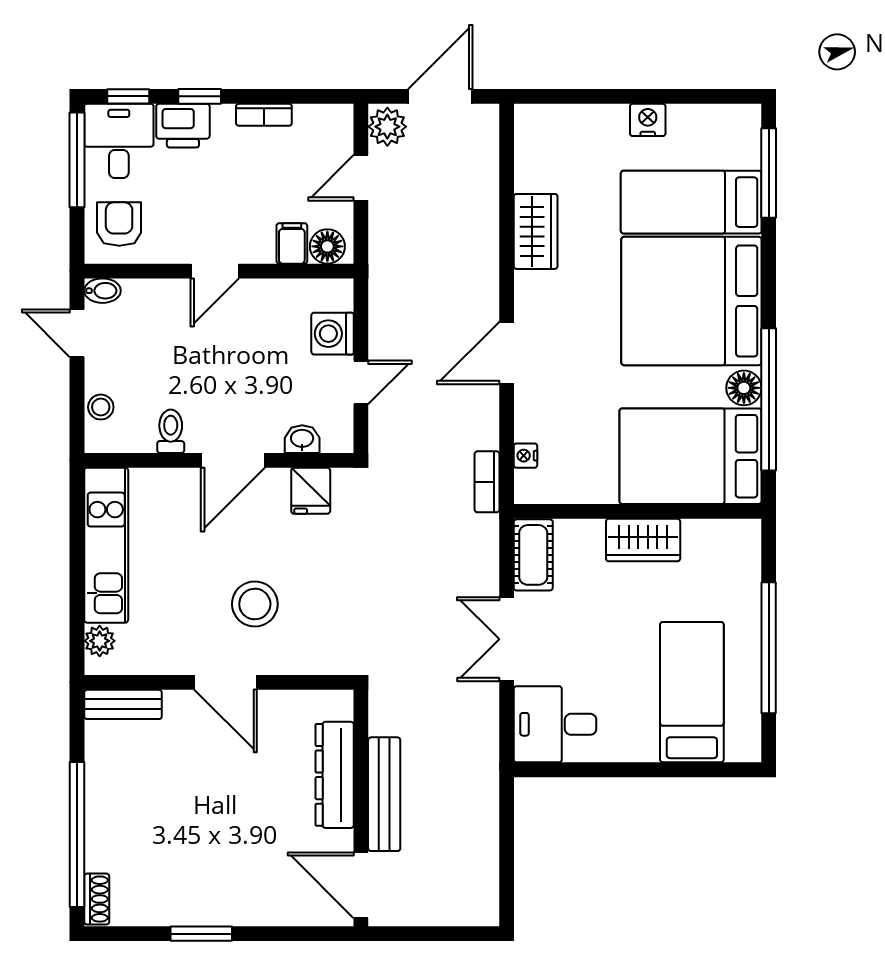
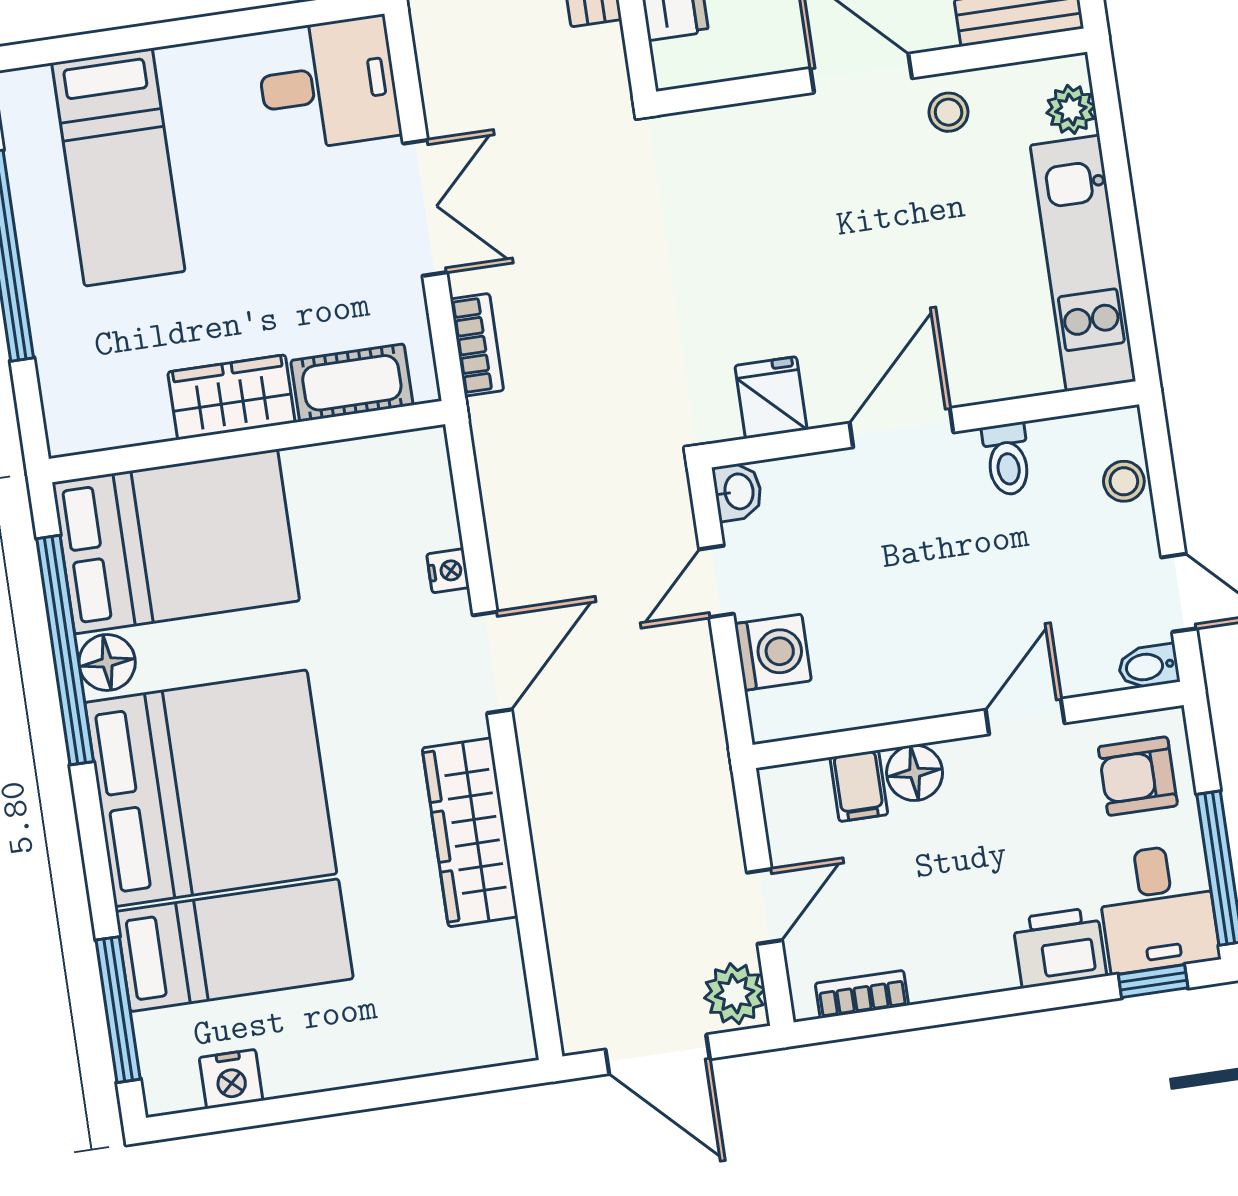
window: (200, 96) -> (1040, 998), removed
door: (440, 96) -> (658, 1054), hinge flipped
bookcase: (264, 115) -> (862, 994), moved
nightstand: (648, 120) -> (231, 1079), moved
armchair: (119, 224) -> (1138, 776), turned 90
wardrobe: (536, 231) -> (470, 832), width x1.50
floor lamp: (327, 246) -> (915, 773), moved
door: (215, 271) -> (1025, 716), moved
washbasin: (302, 439) -> (738, 492), moved, turned -90
nightstand: (525, 456) -> (448, 571), moved
bookcase: (487, 482) -> (477, 345), moved
cot: (533, 555) -> (352, 383), moved, turned 90
stool: (255, 604) -> (949, 112), moved, width x0.53, depth x0.53

